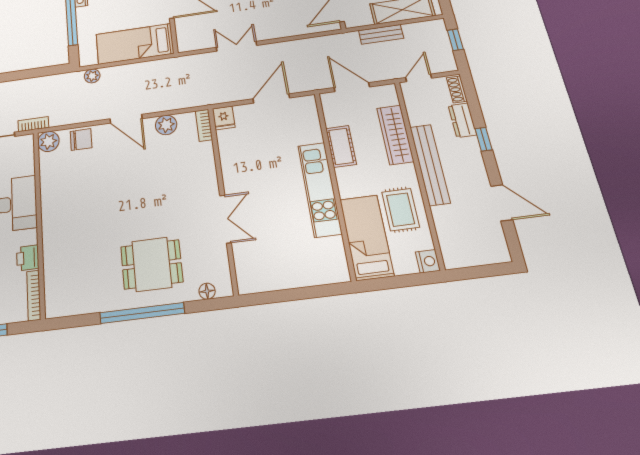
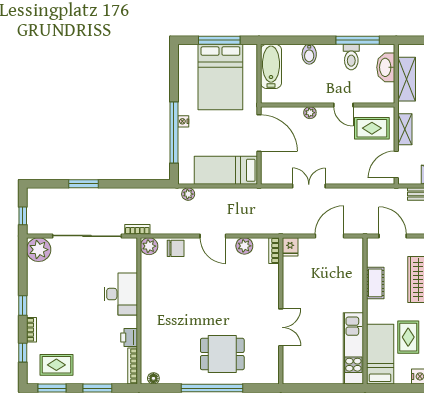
kitchen unit: (320, 189) -> (353, 348), moved
floor lamp: (207, 291) -> (153, 378), moved

